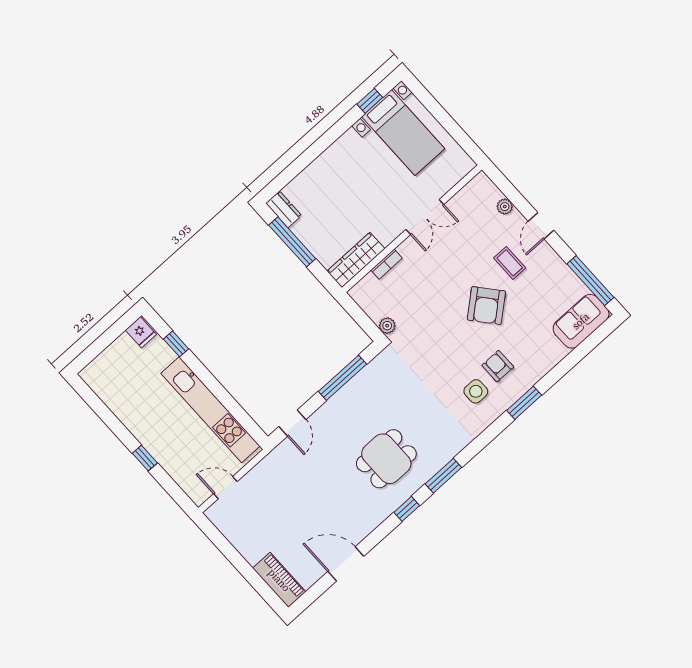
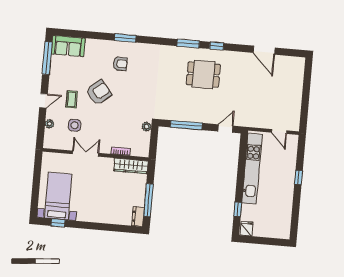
armchair: (498, 366) -> (120, 64), turned -90
side table: (476, 391) -> (75, 125), moved
piano: (279, 580) -> (297, 72), removed

